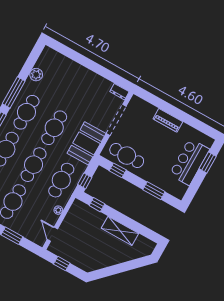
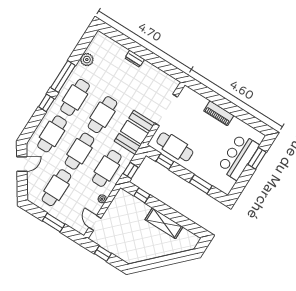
dresser: (119, 92) -> (135, 59), moved

